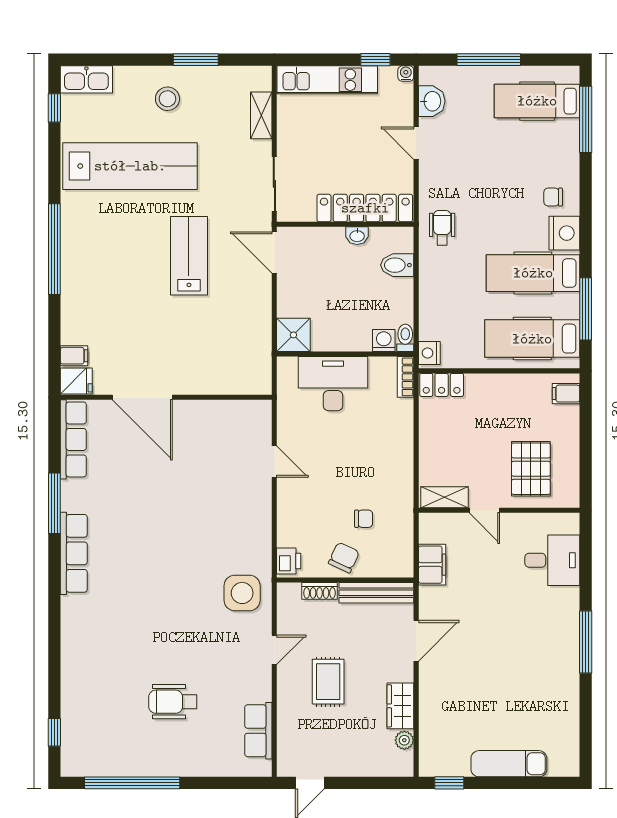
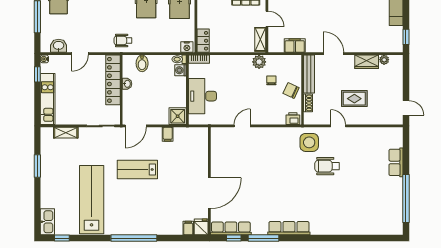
stool: (167, 99) -> (57, 180), removed
filing cabinet: (258, 315) -> (168, 134), added
plant: (400, 495) -> (259, 62), added
door: (484, 510) -> (267, 19), hinge flipped
wheelchair: (173, 702) -> (327, 166), moved, turned 90
row of seats: (258, 731) -> (396, 162), moved, turned 90
window: (54, 732) -> (234, 238), moved

